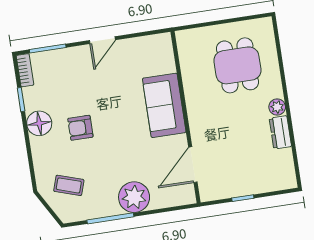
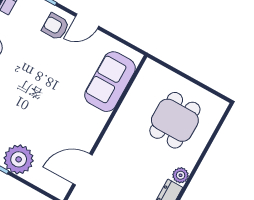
sofa: (164, 105) -> (110, 82), moved
armchair: (80, 128) -> (56, 27), moved

